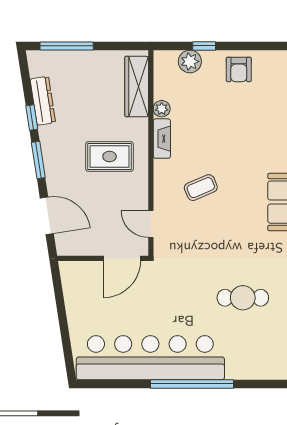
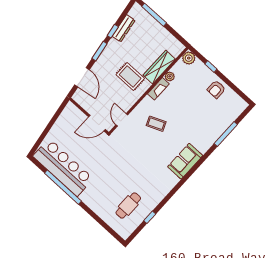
plant: (190, 61) -> (189, 58), moved
wardrobe: (137, 87) -> (159, 67), moved
cafe table: (243, 298) -> (128, 206), moved, turned 90
bar counter: (150, 358) -> (63, 167), width x0.73
window: (192, 384) -> (63, 187), moved

